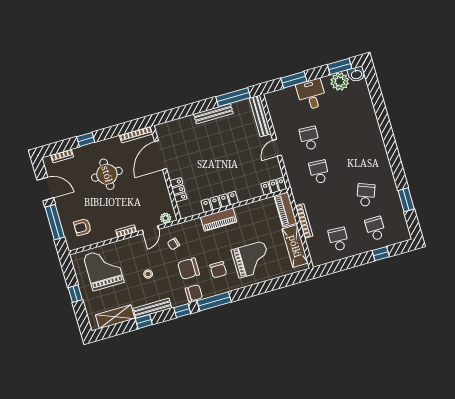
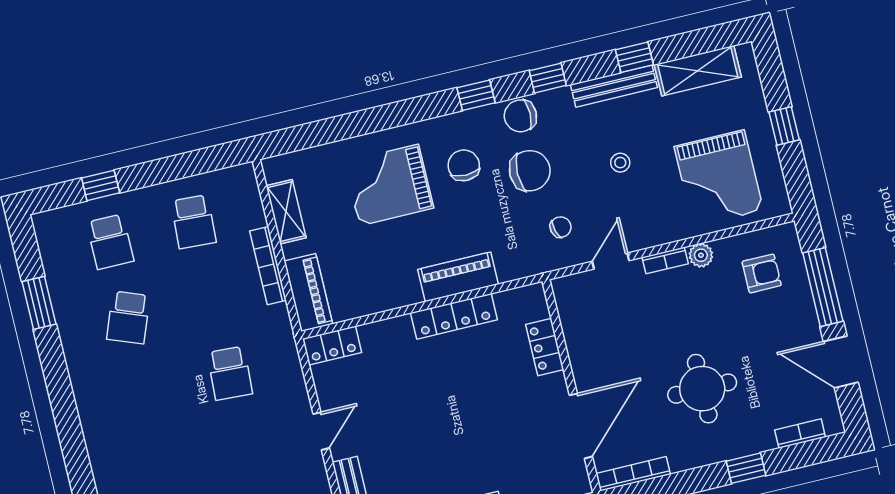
school desk: (309, 138) -> (248, 449), removed
plant: (166, 218) -> (701, 255), moved
shelving: (295, 246) -> (286, 212), width x0.67, depth x0.75
window: (214, 301) -> (476, 95), width x0.46

